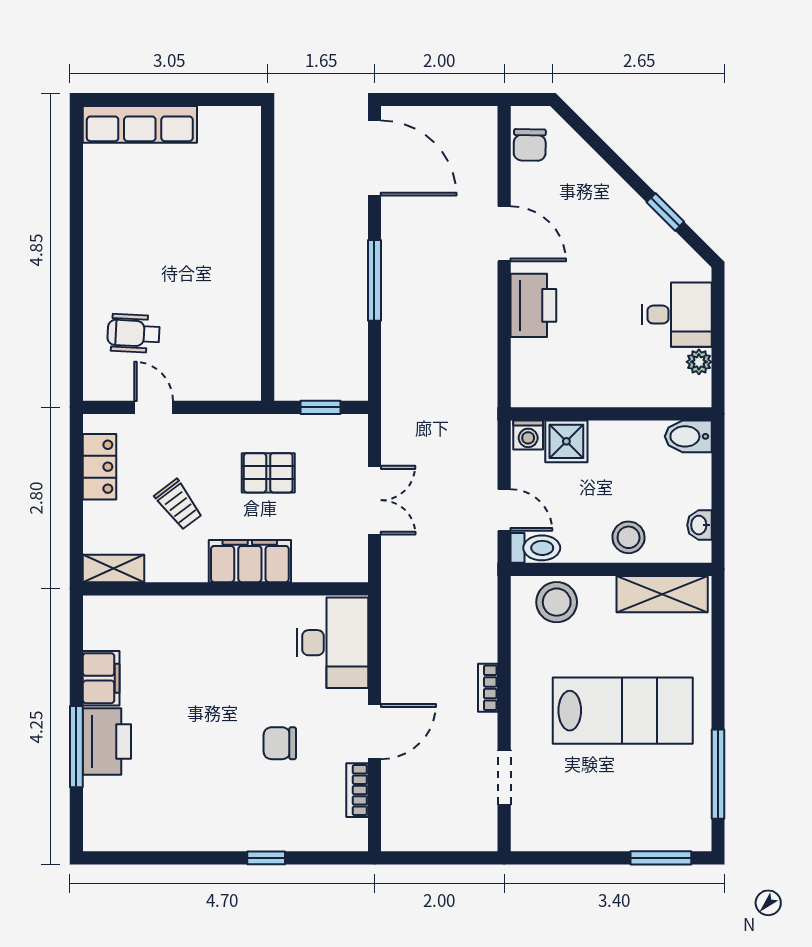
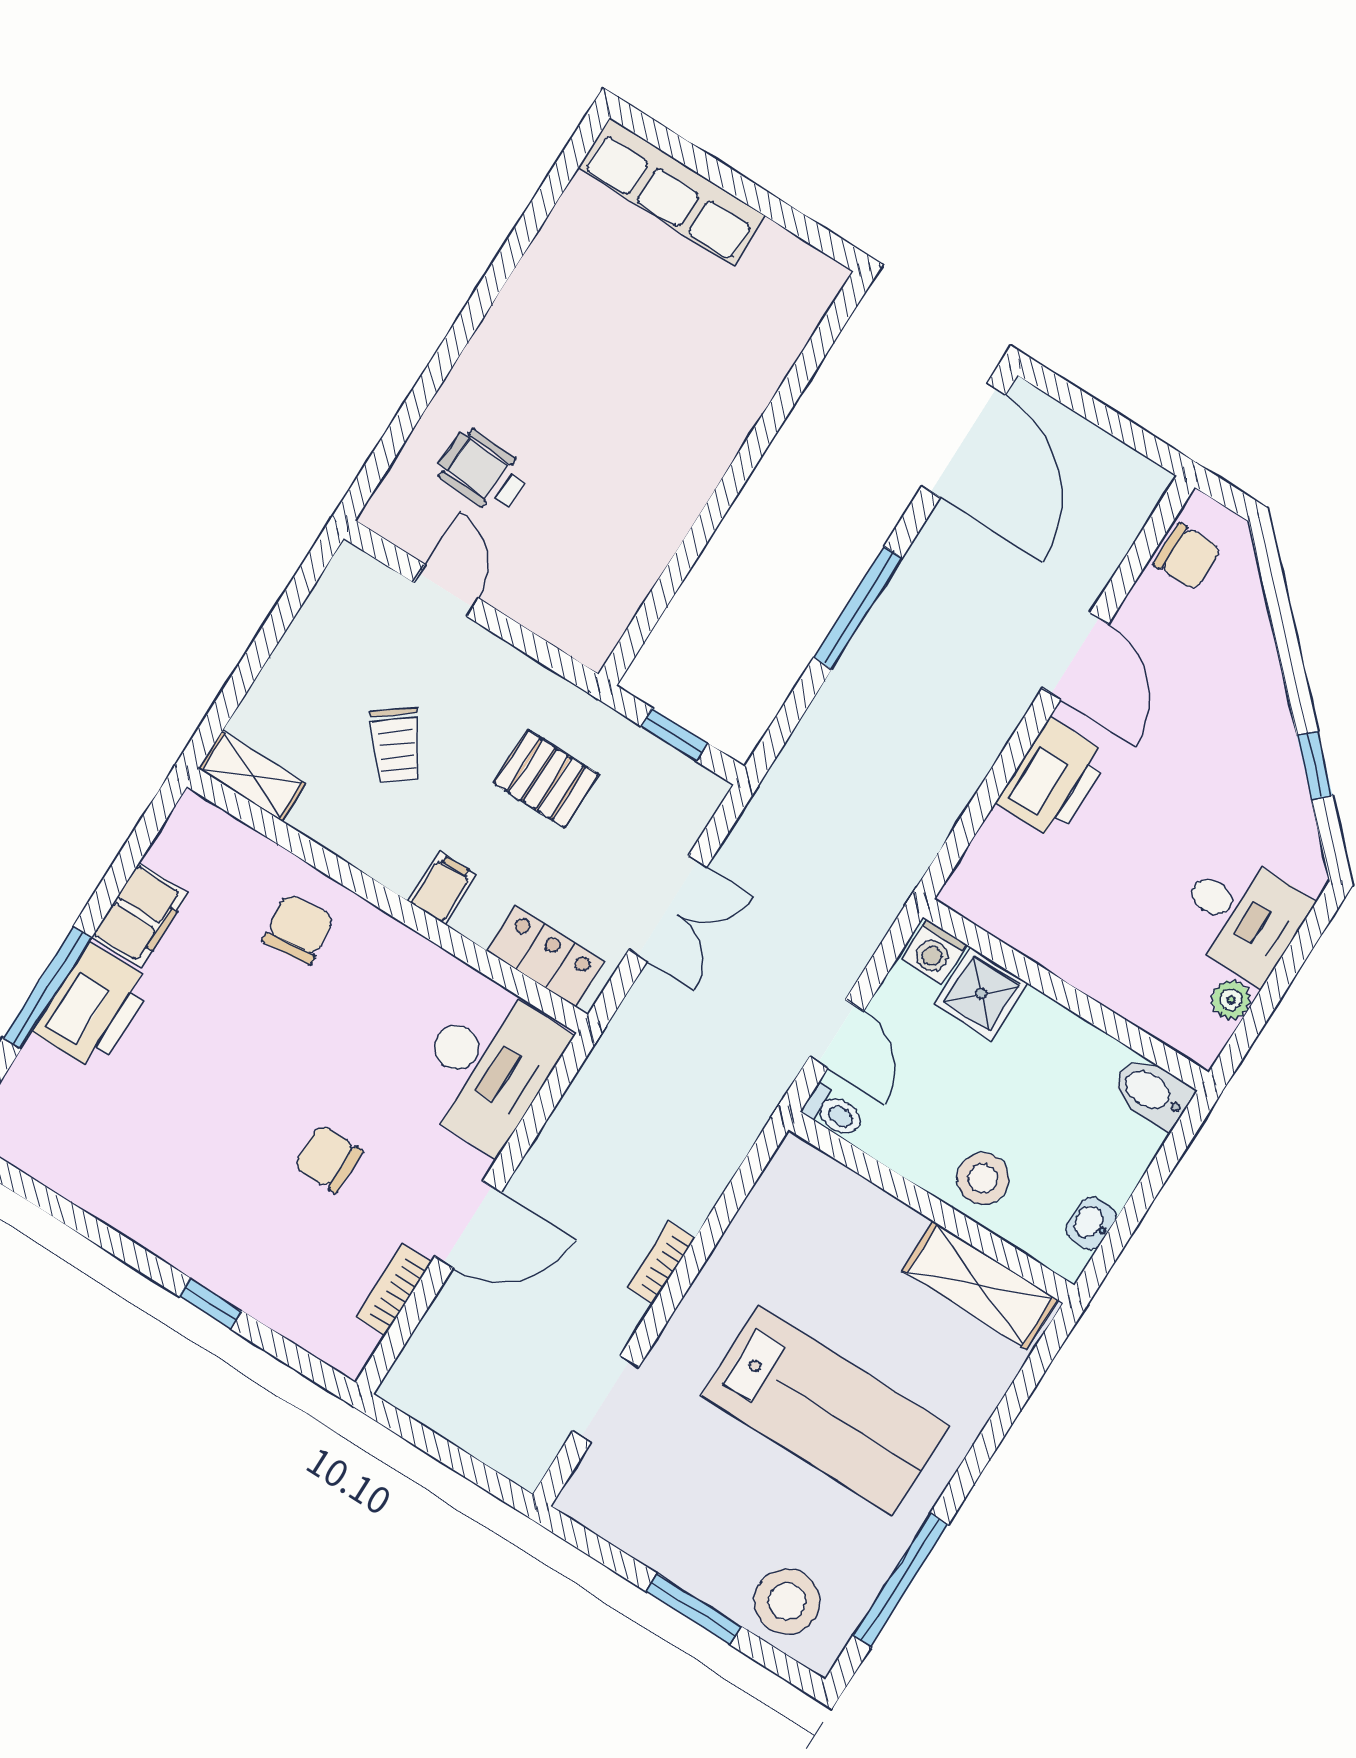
chair: (530, 145) -> (1187, 557), turned -91
locker: (99, 467) -> (545, 956), moved, turned -90
toilet: (535, 548) -> (834, 1112), width x0.73, depth x0.72
filing cabinet: (250, 561) -> (442, 888), width x0.33, depth x0.86
stool: (557, 602) -> (787, 1602), moved
chair: (188, 633) -> (298, 929), added
window: (661, 858) -> (693, 1609), moved

